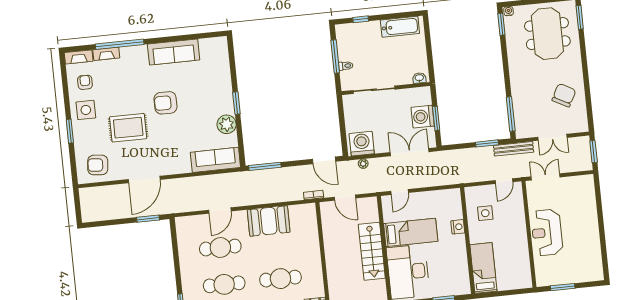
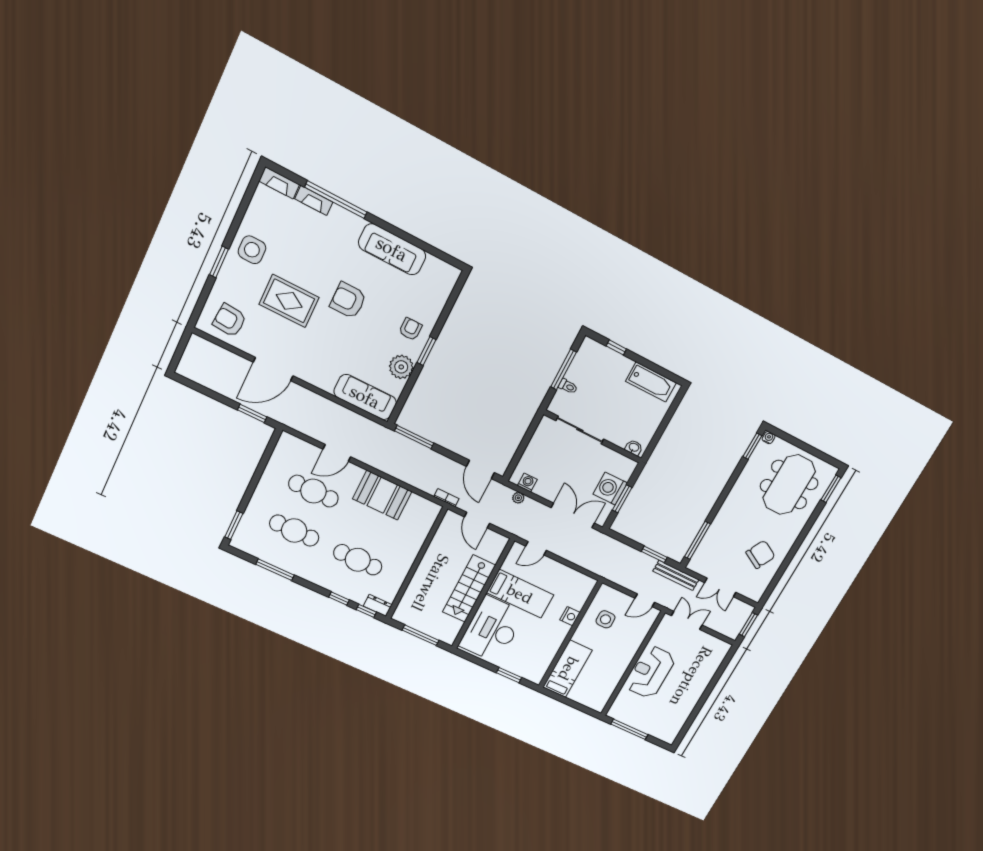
armchair: (85, 82) -> (410, 329), moved
washing machine: (362, 144) -> (527, 483), width x0.53, depth x0.53
window: (563, 287) -> (629, 729), width x1.44

